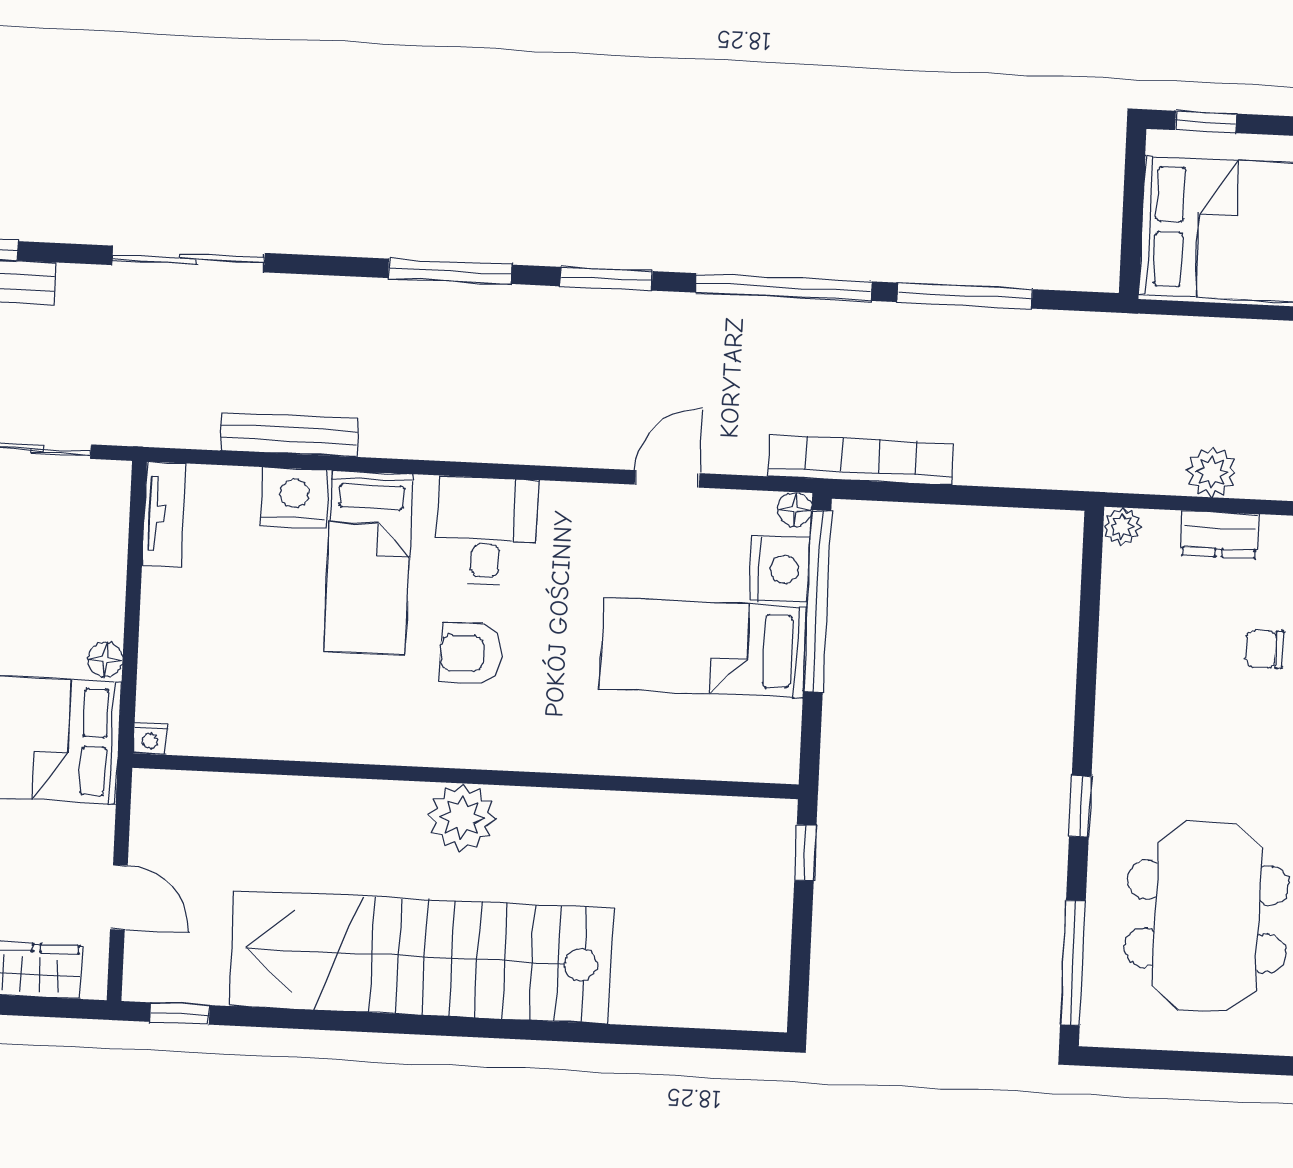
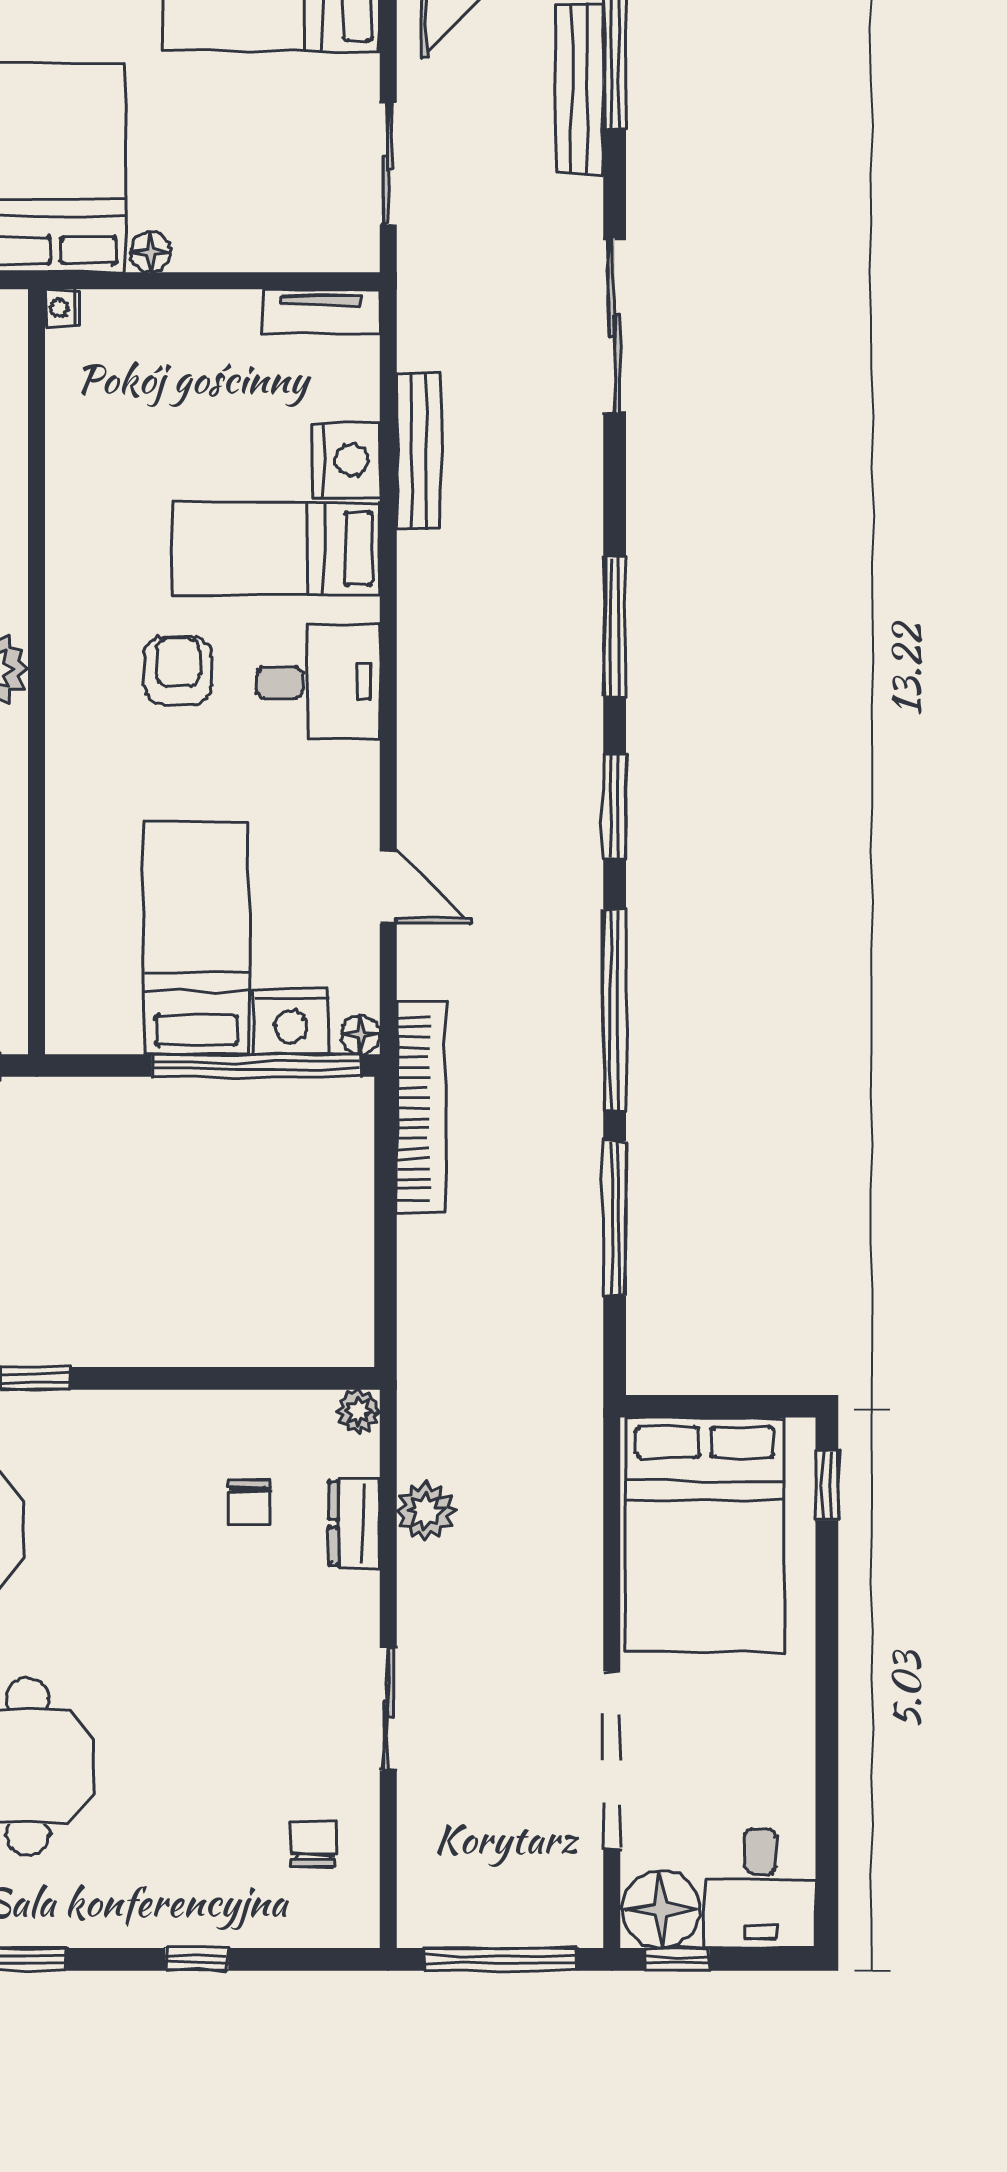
chair: (1264, 649) -> (249, 1502), moved, turned 180

